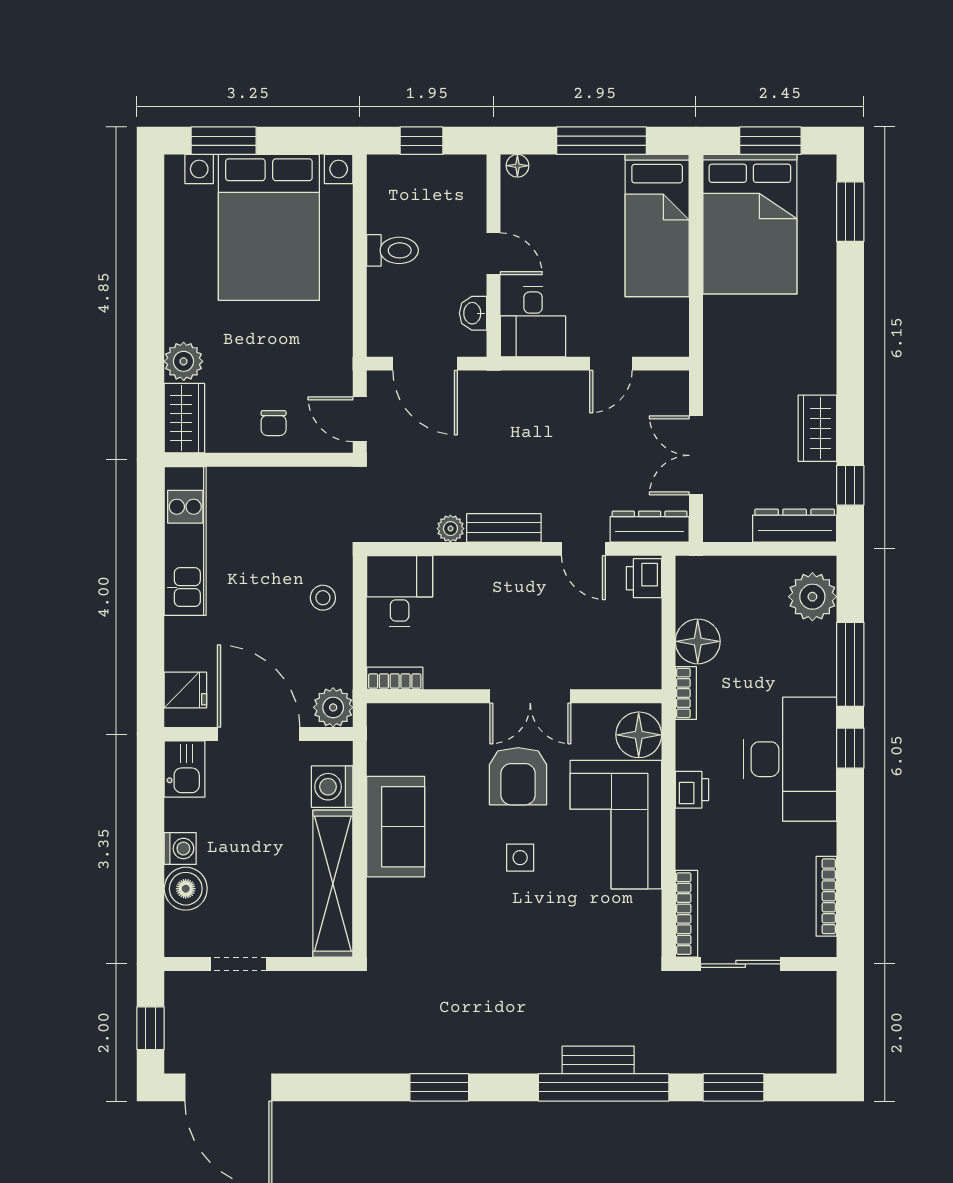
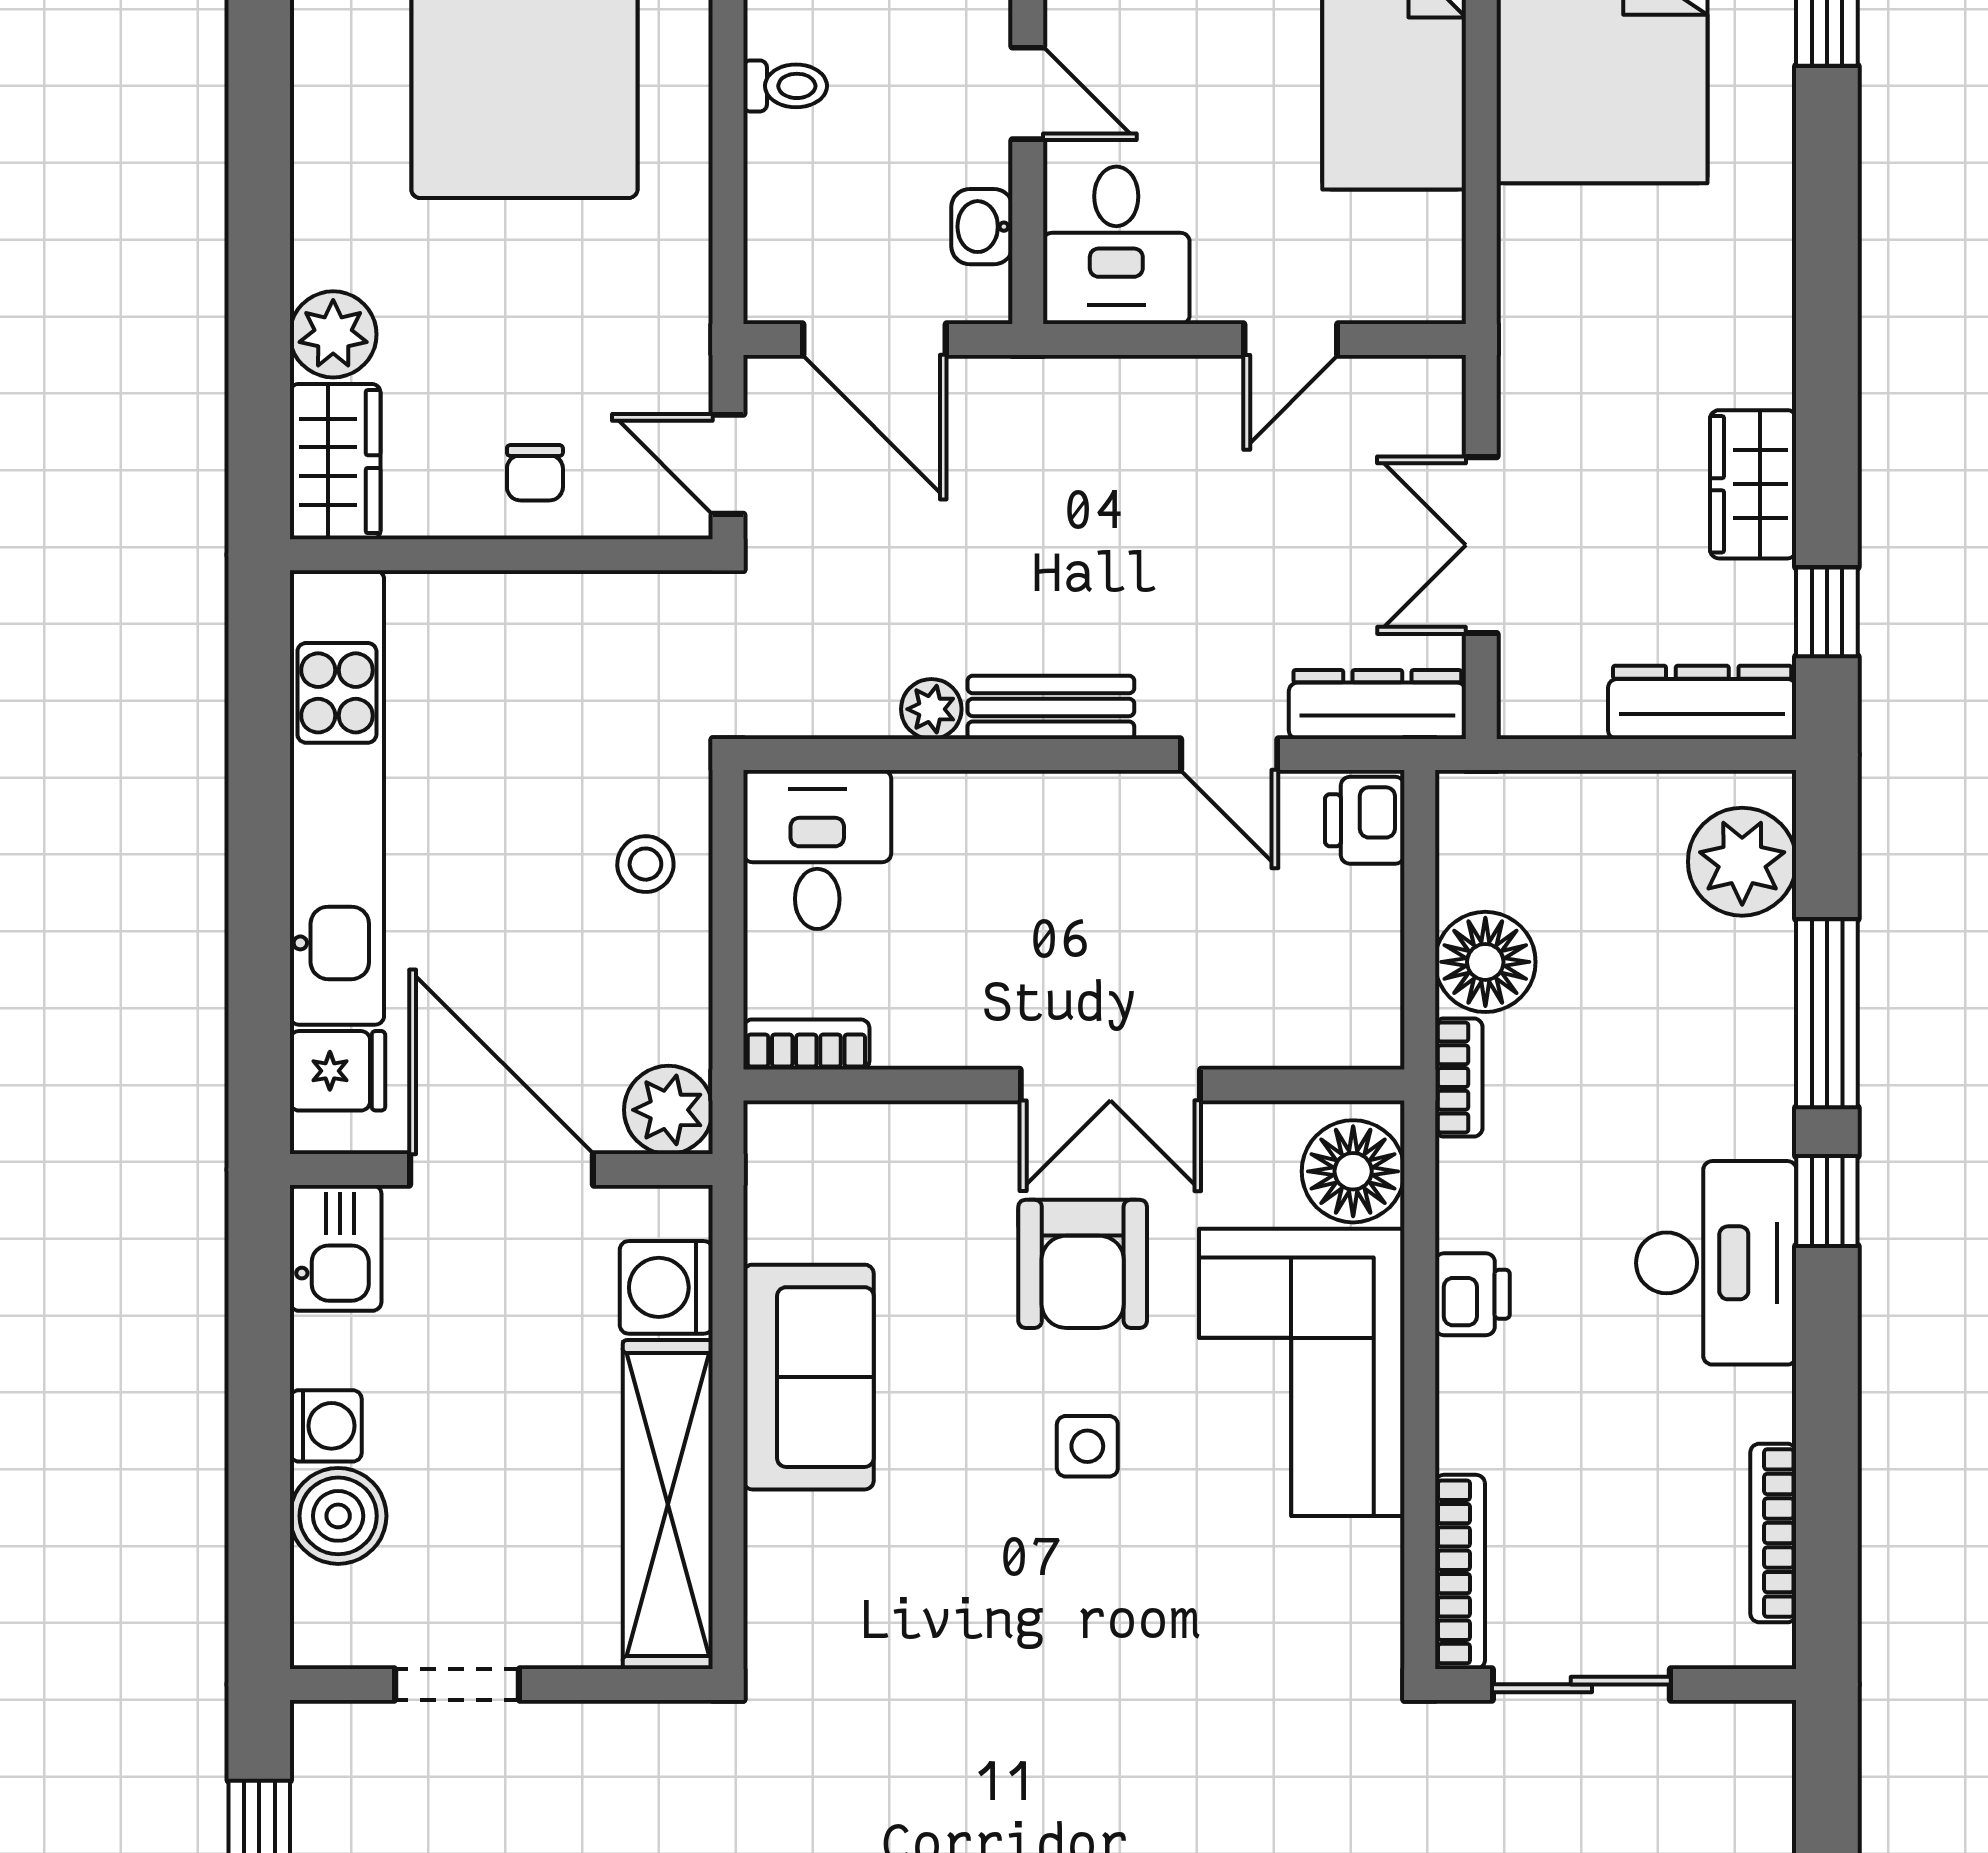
toilet: (392, 250) -> (785, 86), width x0.73, depth x0.72
kitchen unit: (185, 541) -> (337, 797), width x1.36
desk: (790, 759) -> (1716, 1263), width x0.73, depth x0.77

